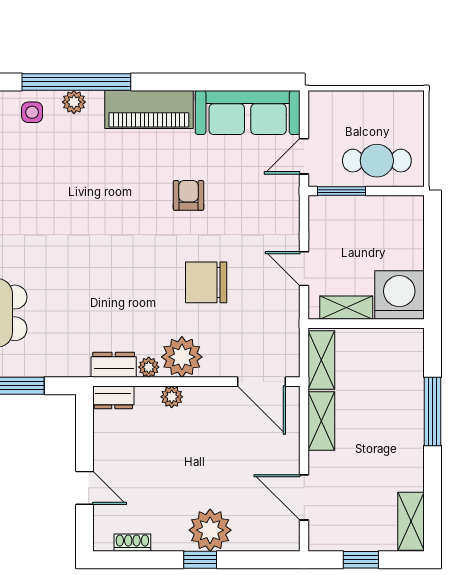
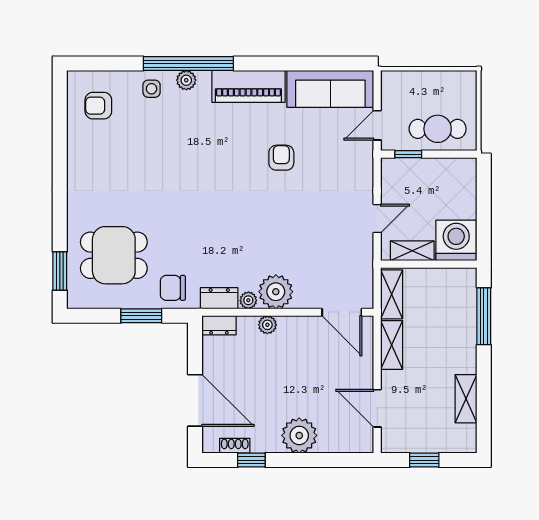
window: (341, 191) -> (408, 154), width x0.67
door: (304, 269) -> (377, 218), swing flipped
chair: (206, 282) -> (173, 288), moved, width x0.73, depth x0.73
window: (432, 411) -> (484, 316), moved
door: (84, 488) -> (195, 400), width x1.87
shelving: (411, 521) -> (466, 399), moved
window: (200, 560) -> (251, 460), moved

